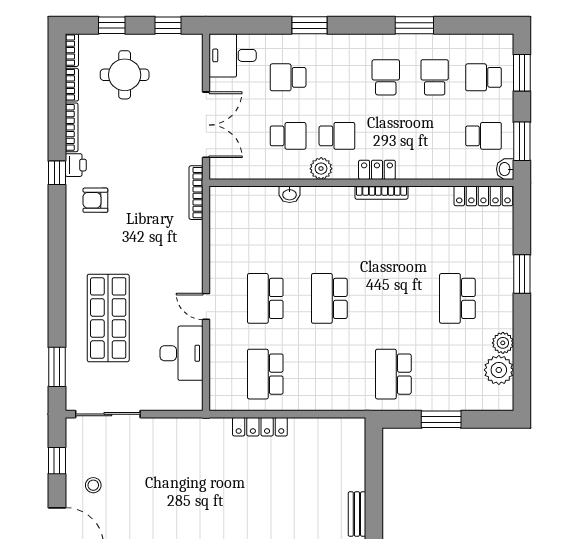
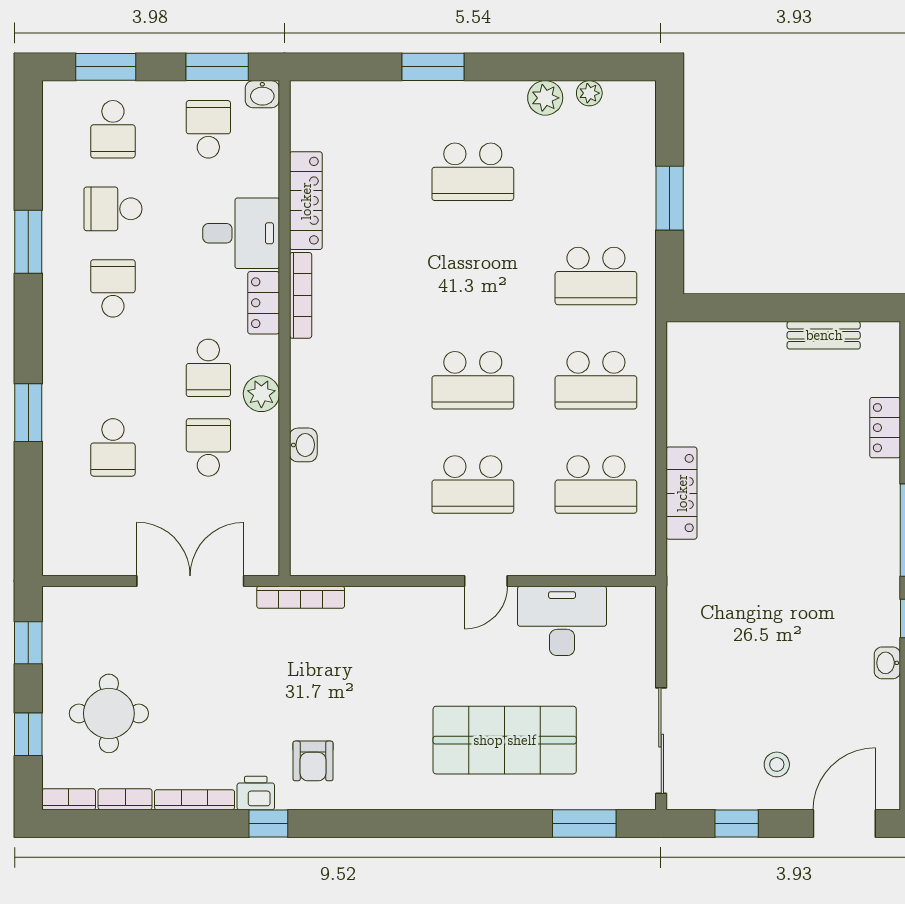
desk: (233, 55) -> (241, 233), moved, turned -90
school desk: (386, 77) -> (113, 288), turned 90
school desk: (337, 136) -> (208, 368), turned 180
locker: (483, 196) -> (306, 201), moved
plant: (499, 370) -> (589, 93), width x0.53, depth x0.53
school desk: (329, 374) -> (596, 380), added

